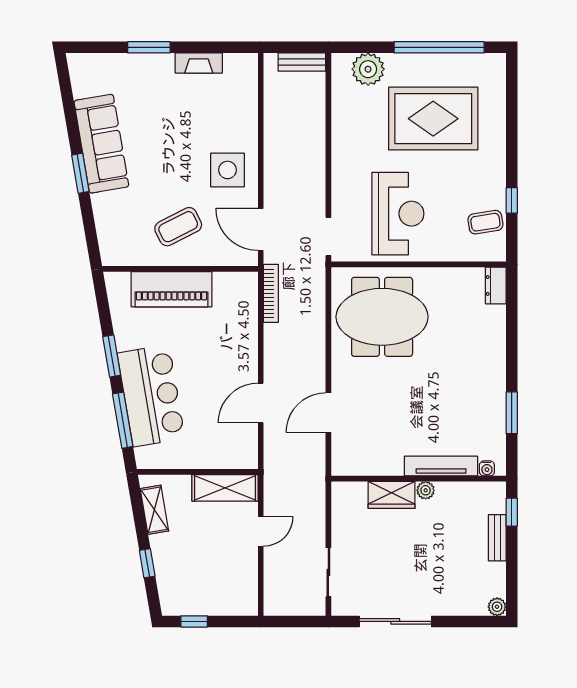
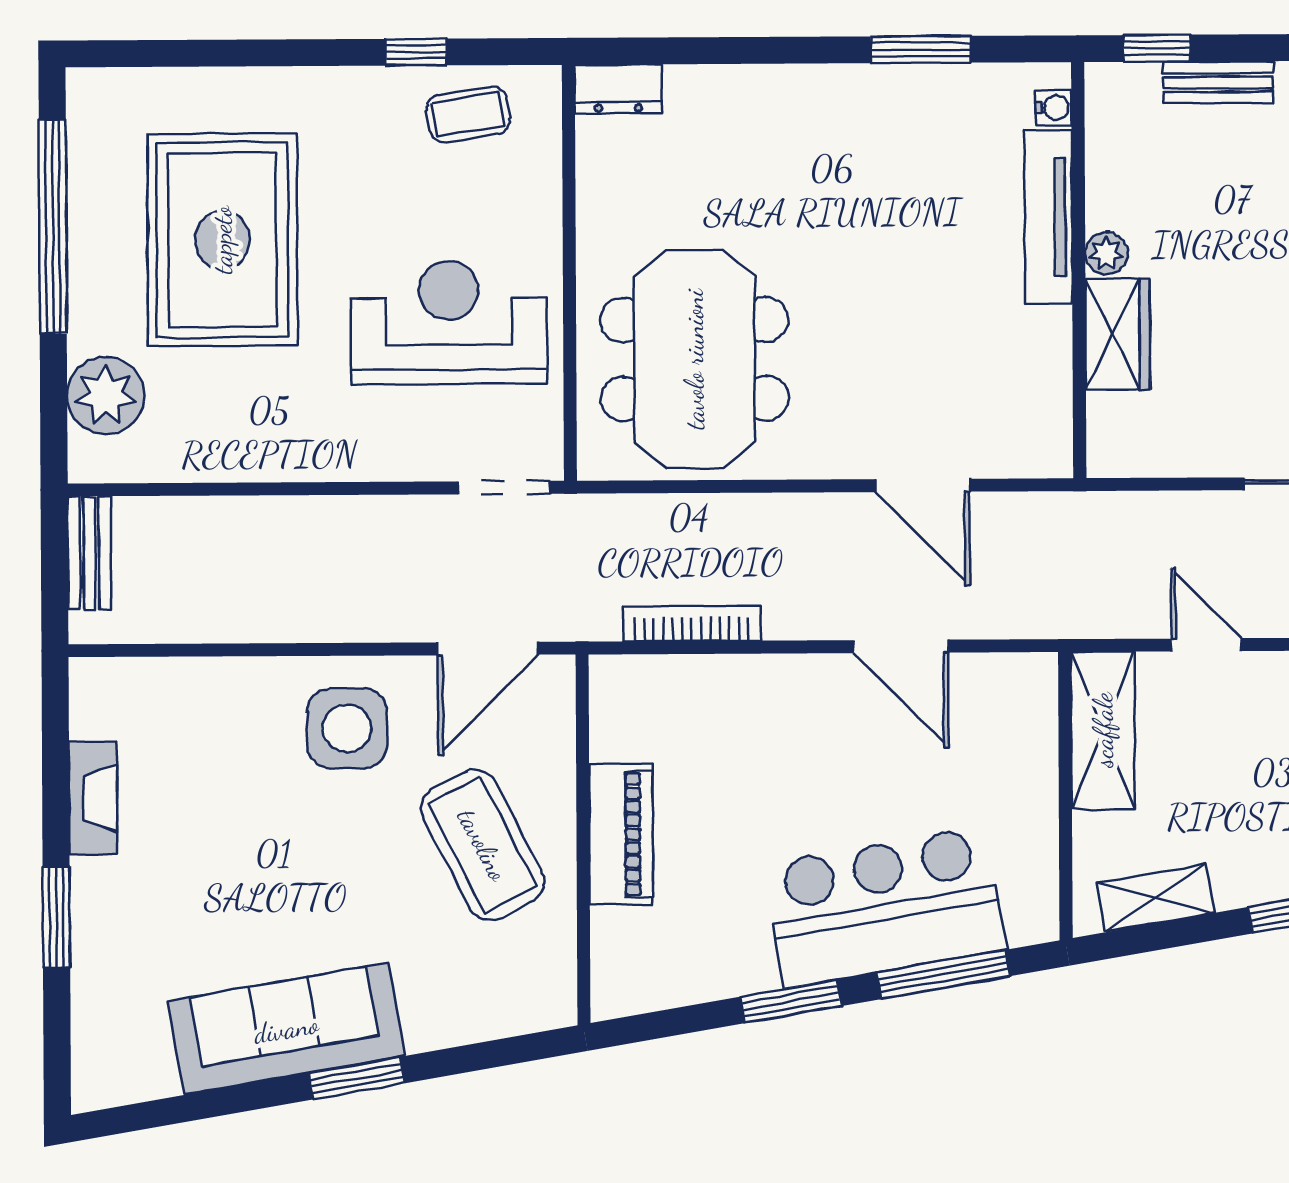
coffee table: (485, 222) -> (468, 114), turned 90
coffee table: (178, 227) -> (483, 845), width x1.36, depth x1.32
piano: (171, 289) -> (621, 834), width x0.73, depth x0.75
bookcase: (271, 293) -> (692, 623), moved

